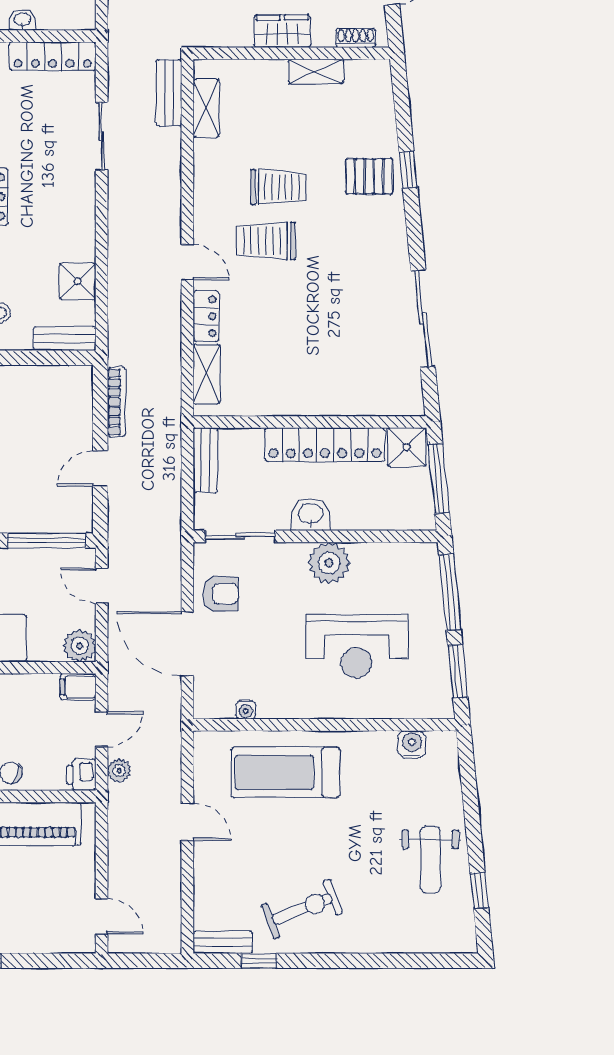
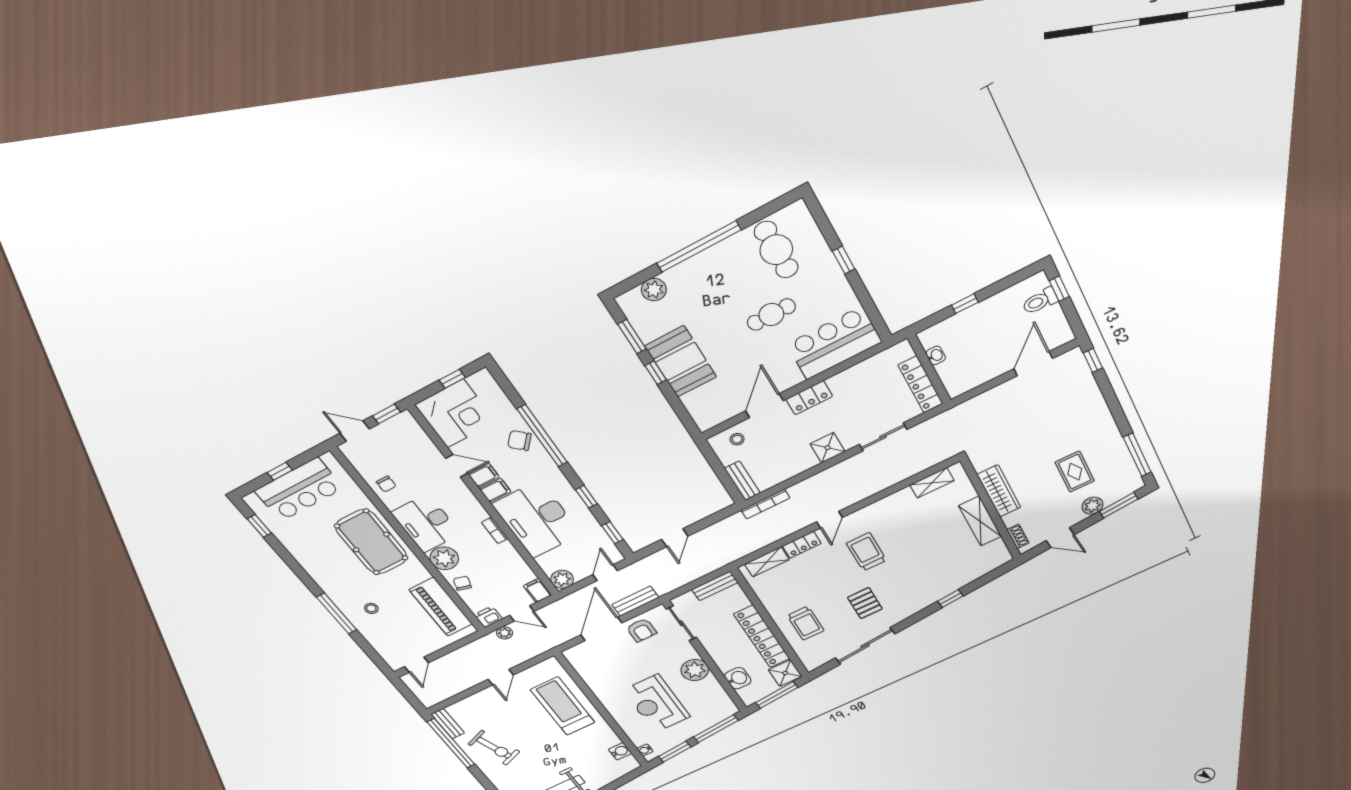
wardrobe: (282, 31) -> (999, 491), width x1.50
shelving: (316, 71) -> (980, 521), width x1.50, depth x1.33
bench: (169, 93) -> (635, 601), moved
pallet: (369, 176) -> (865, 603), moved
trolley: (278, 187) -> (806, 623), moved
shower: (78, 281) -> (827, 448), moved
bookcase: (116, 402) -> (765, 504), moved
door: (100, 468) -> (675, 538), swing flipped
washbasin: (311, 514) -> (738, 678), moved
window: (47, 541) -> (612, 533), width x0.46
water cooler: (246, 710) -> (645, 750), moved
window: (259, 961) -> (451, 743), width x3.17

